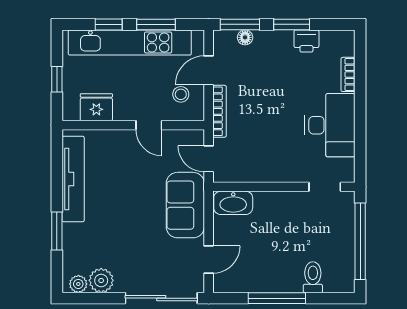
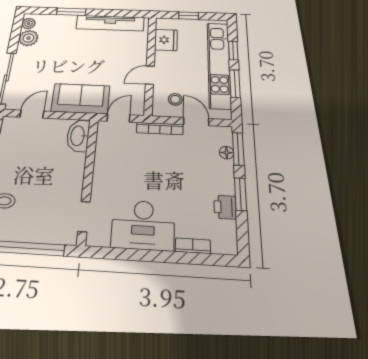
door: (209, 259) -> (32, 114), swing flipped

